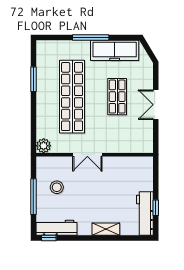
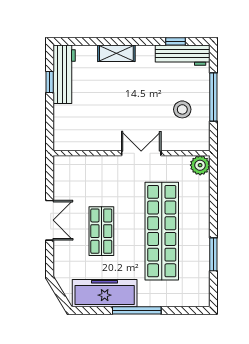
window: (49, 238) -> (175, 41), moved

